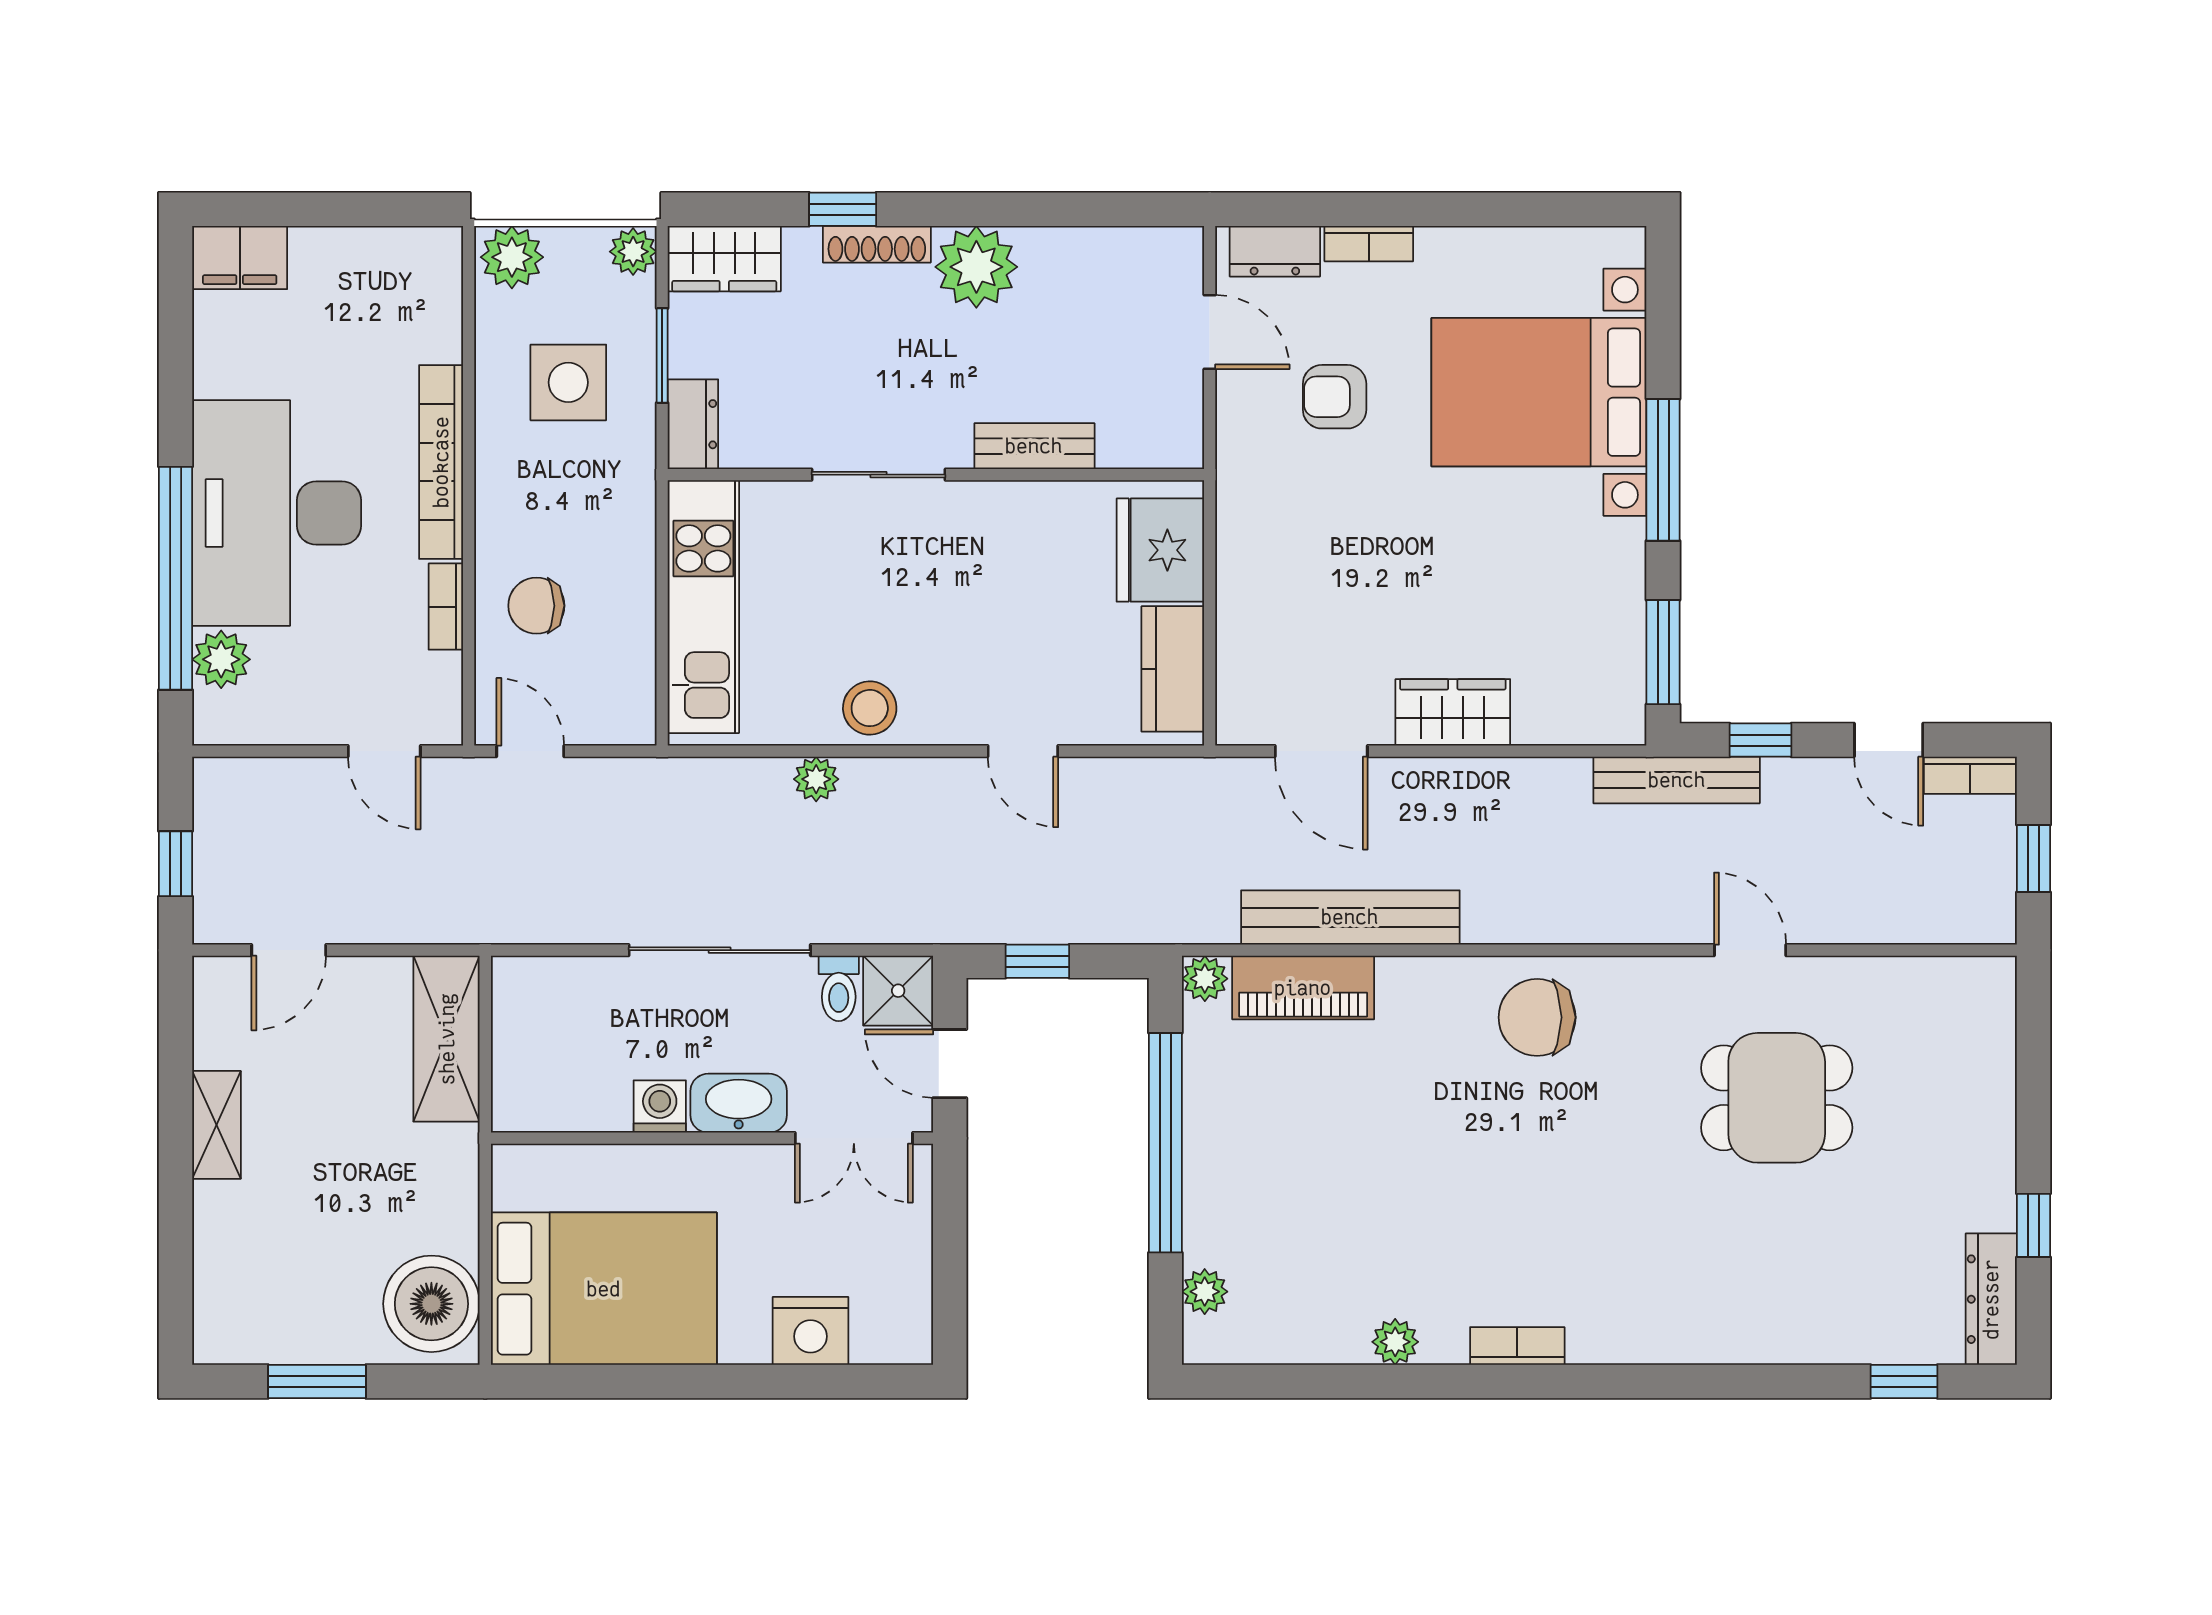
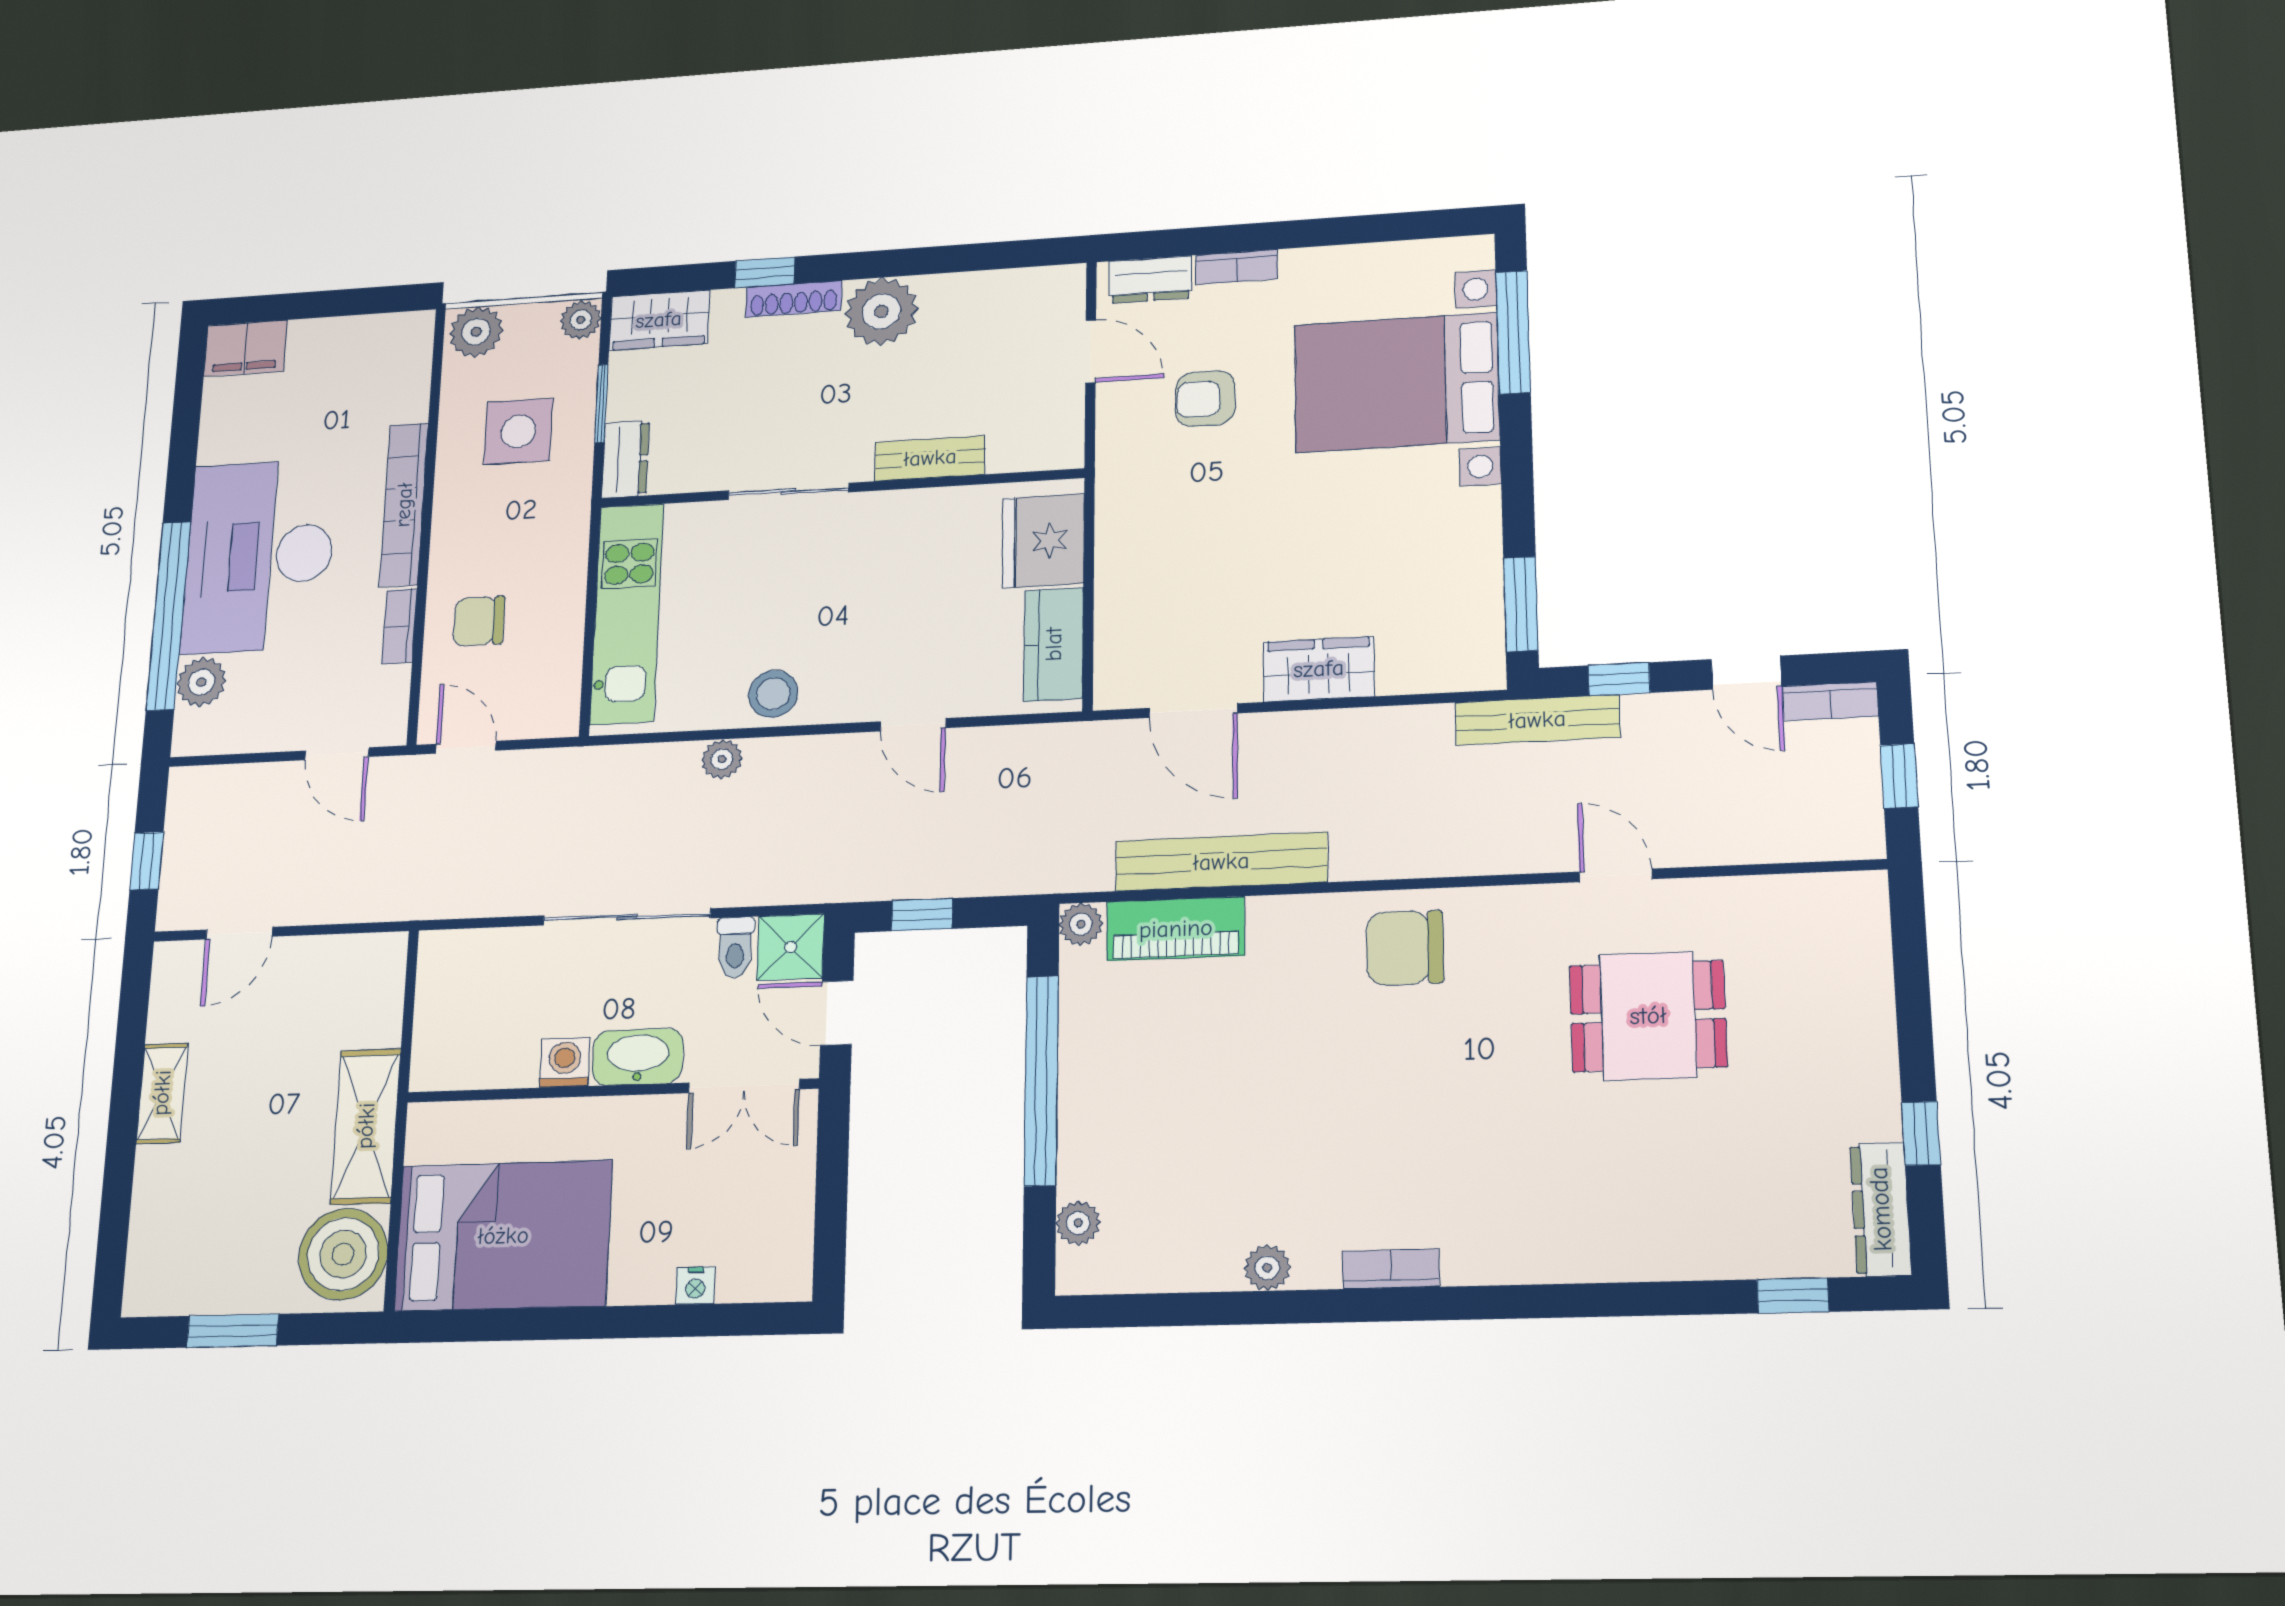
window: (1663, 470) -> (1513, 332), moved
shelving: (447, 1039) -> (366, 1126), moved
nightstand: (811, 1331) -> (695, 1286), width x0.53, depth x0.56

